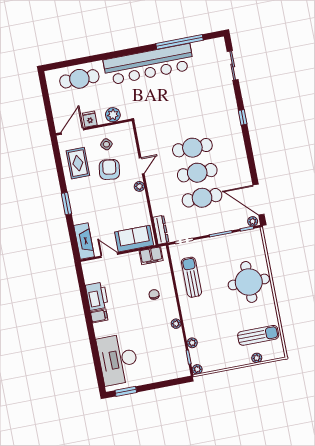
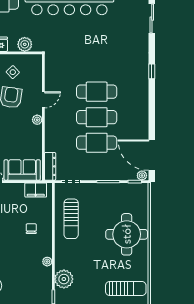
sun lounger: (191, 277) -> (71, 219), turned 180
plant: (192, 343) -> (64, 279), width x1.88, depth x1.88

